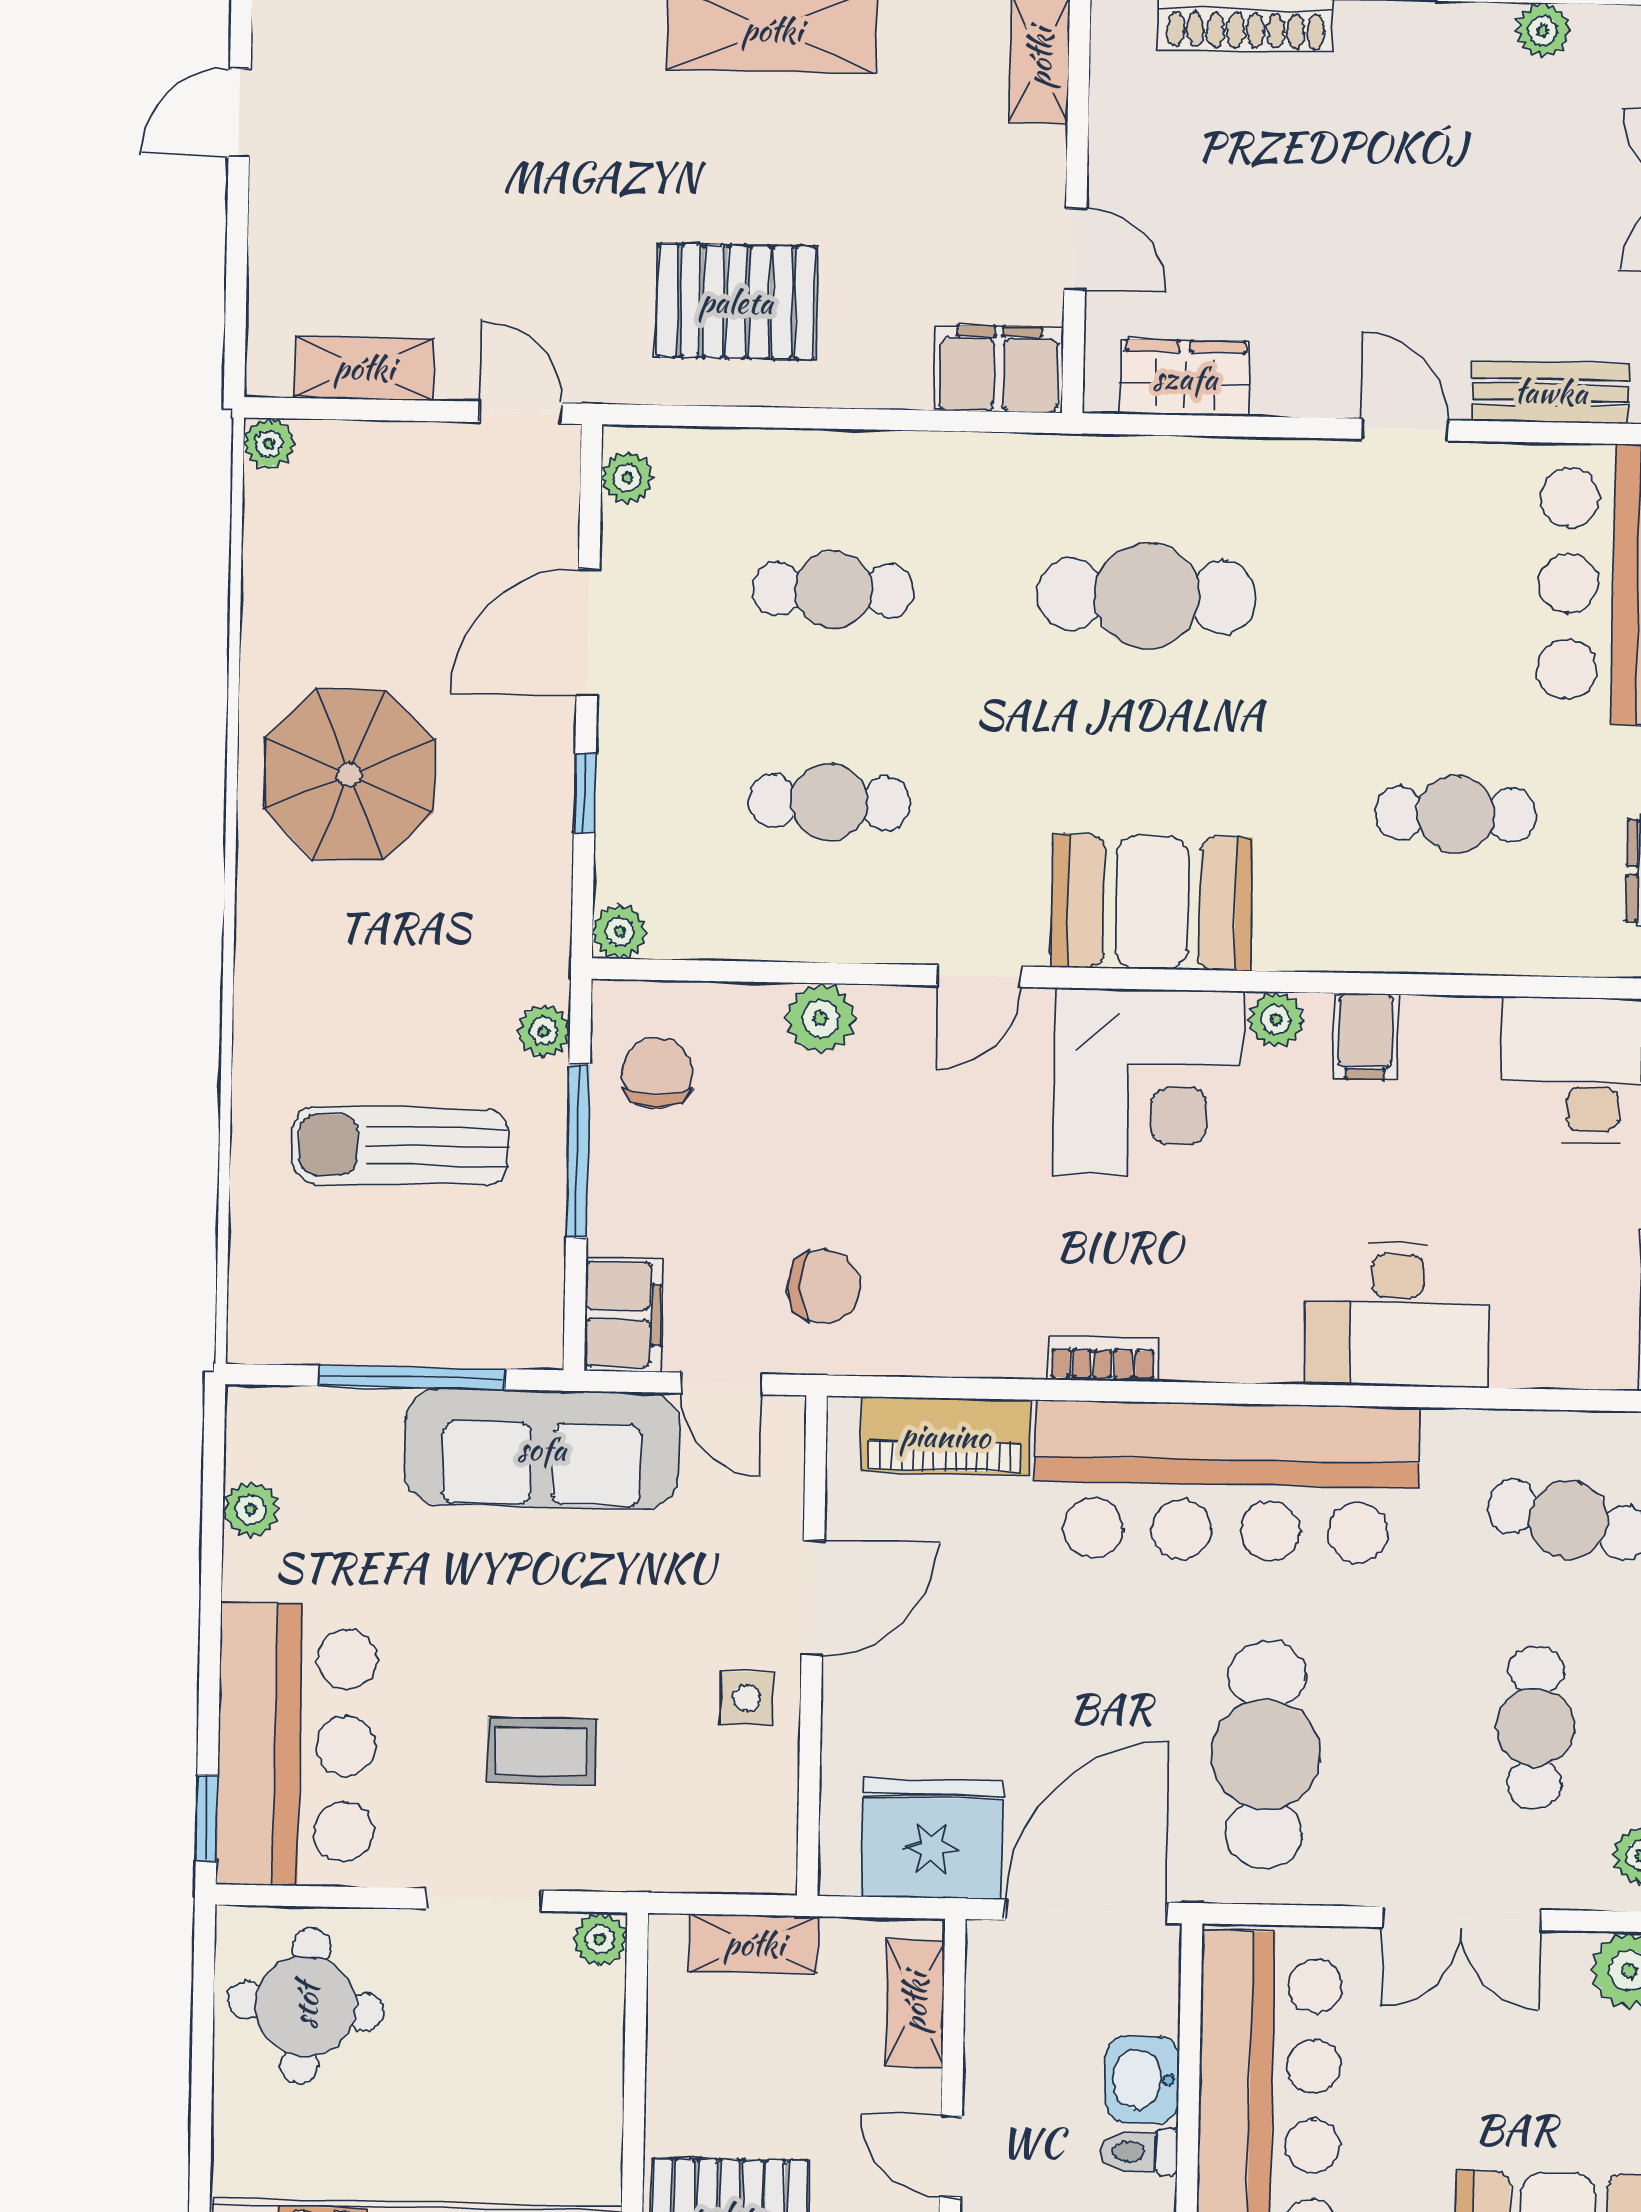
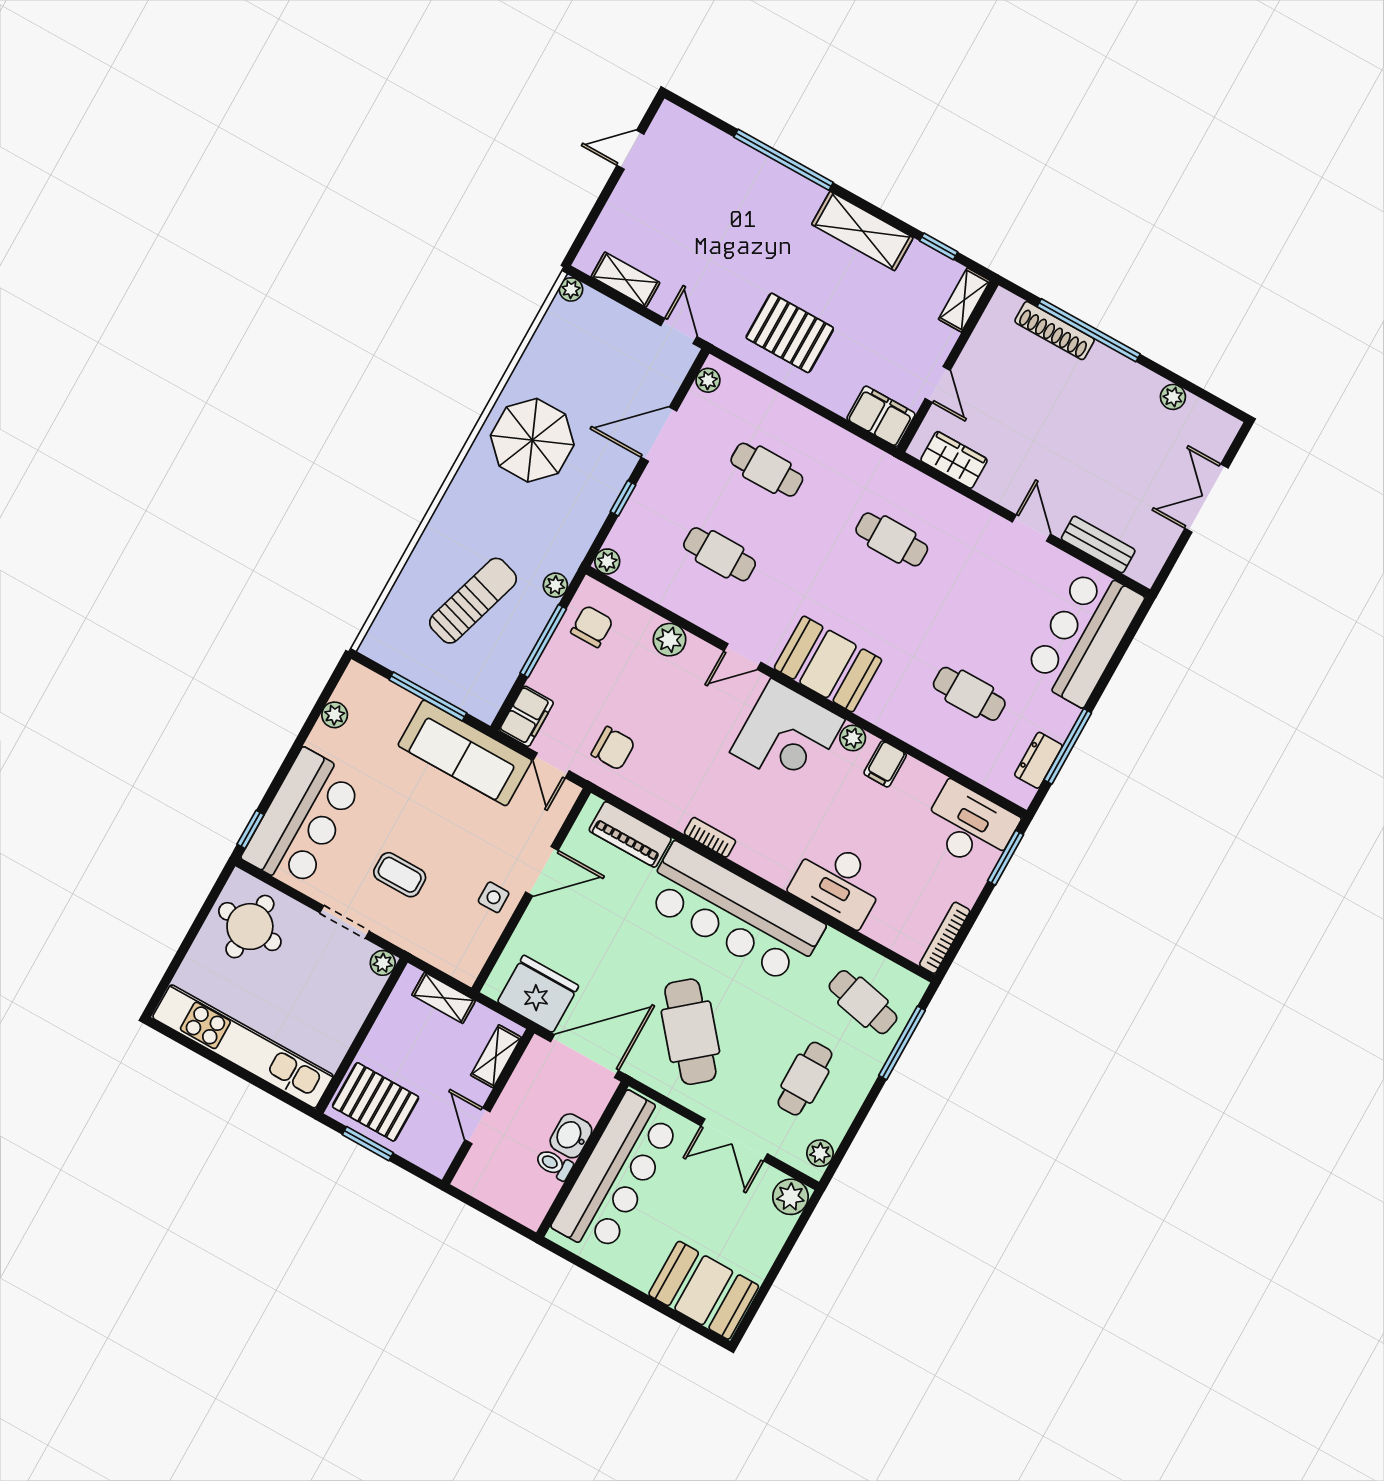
cafe table: (1147, 596) -> (892, 539), width x0.73, depth x0.74
sun lounger: (401, 1146) -> (473, 601), turned 107
cafe table: (1265, 1755) -> (690, 1032), turned -40

